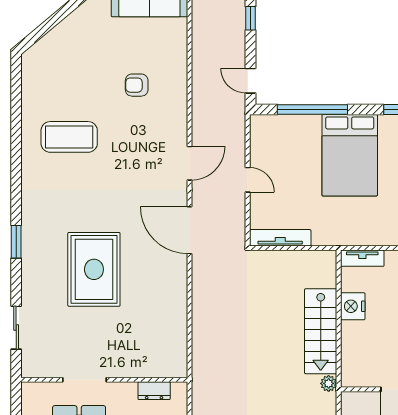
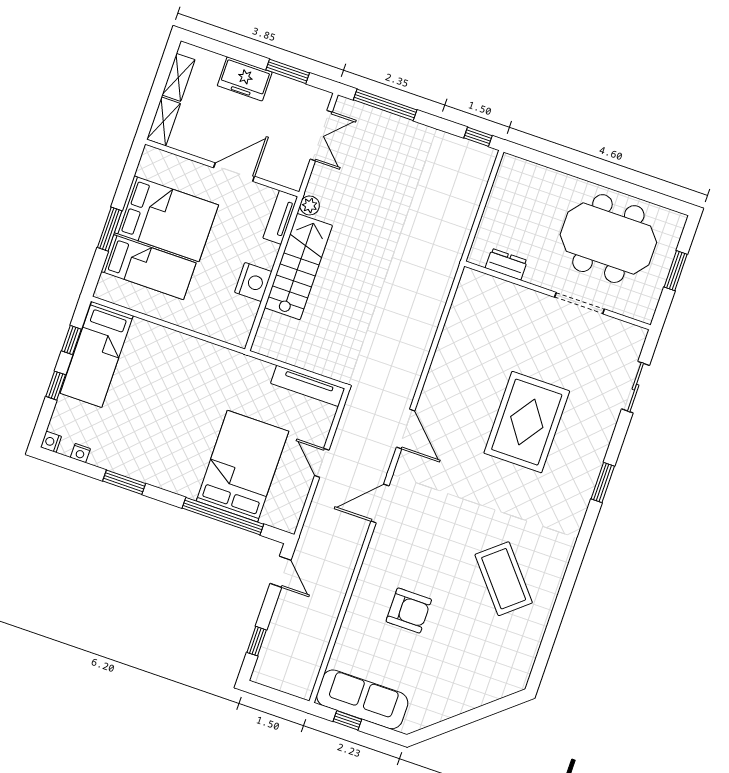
armchair: (137, 85) -> (409, 610), width x1.38, depth x1.38
coffee table: (69, 137) -> (504, 579), turned 50
bed: (350, 155) -> (242, 466), moved
door: (190, 230) -> (406, 429), width x0.73
tv unit: (362, 258) -> (280, 217), moved, turned -90

